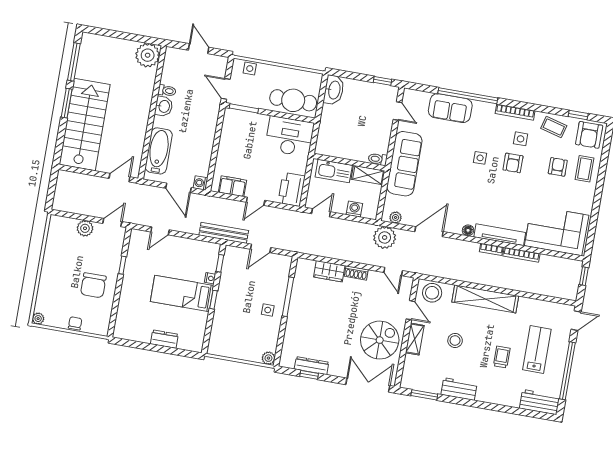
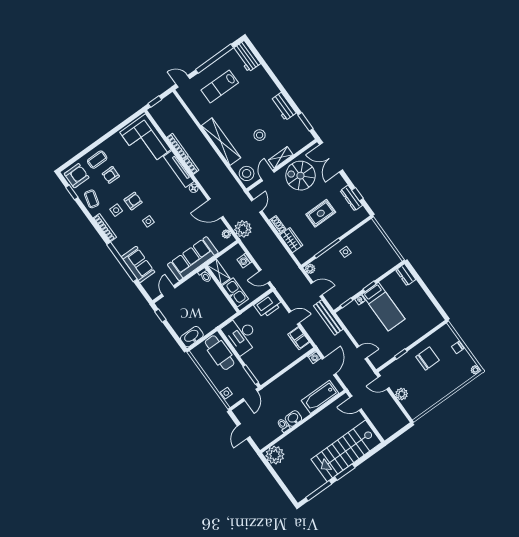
rug: (326, 323) -> (321, 213), added
dresser: (164, 339) -> (406, 275), moved
trolley: (502, 357) -> (243, 101), removed
plant: (268, 358) -> (310, 269), moved

